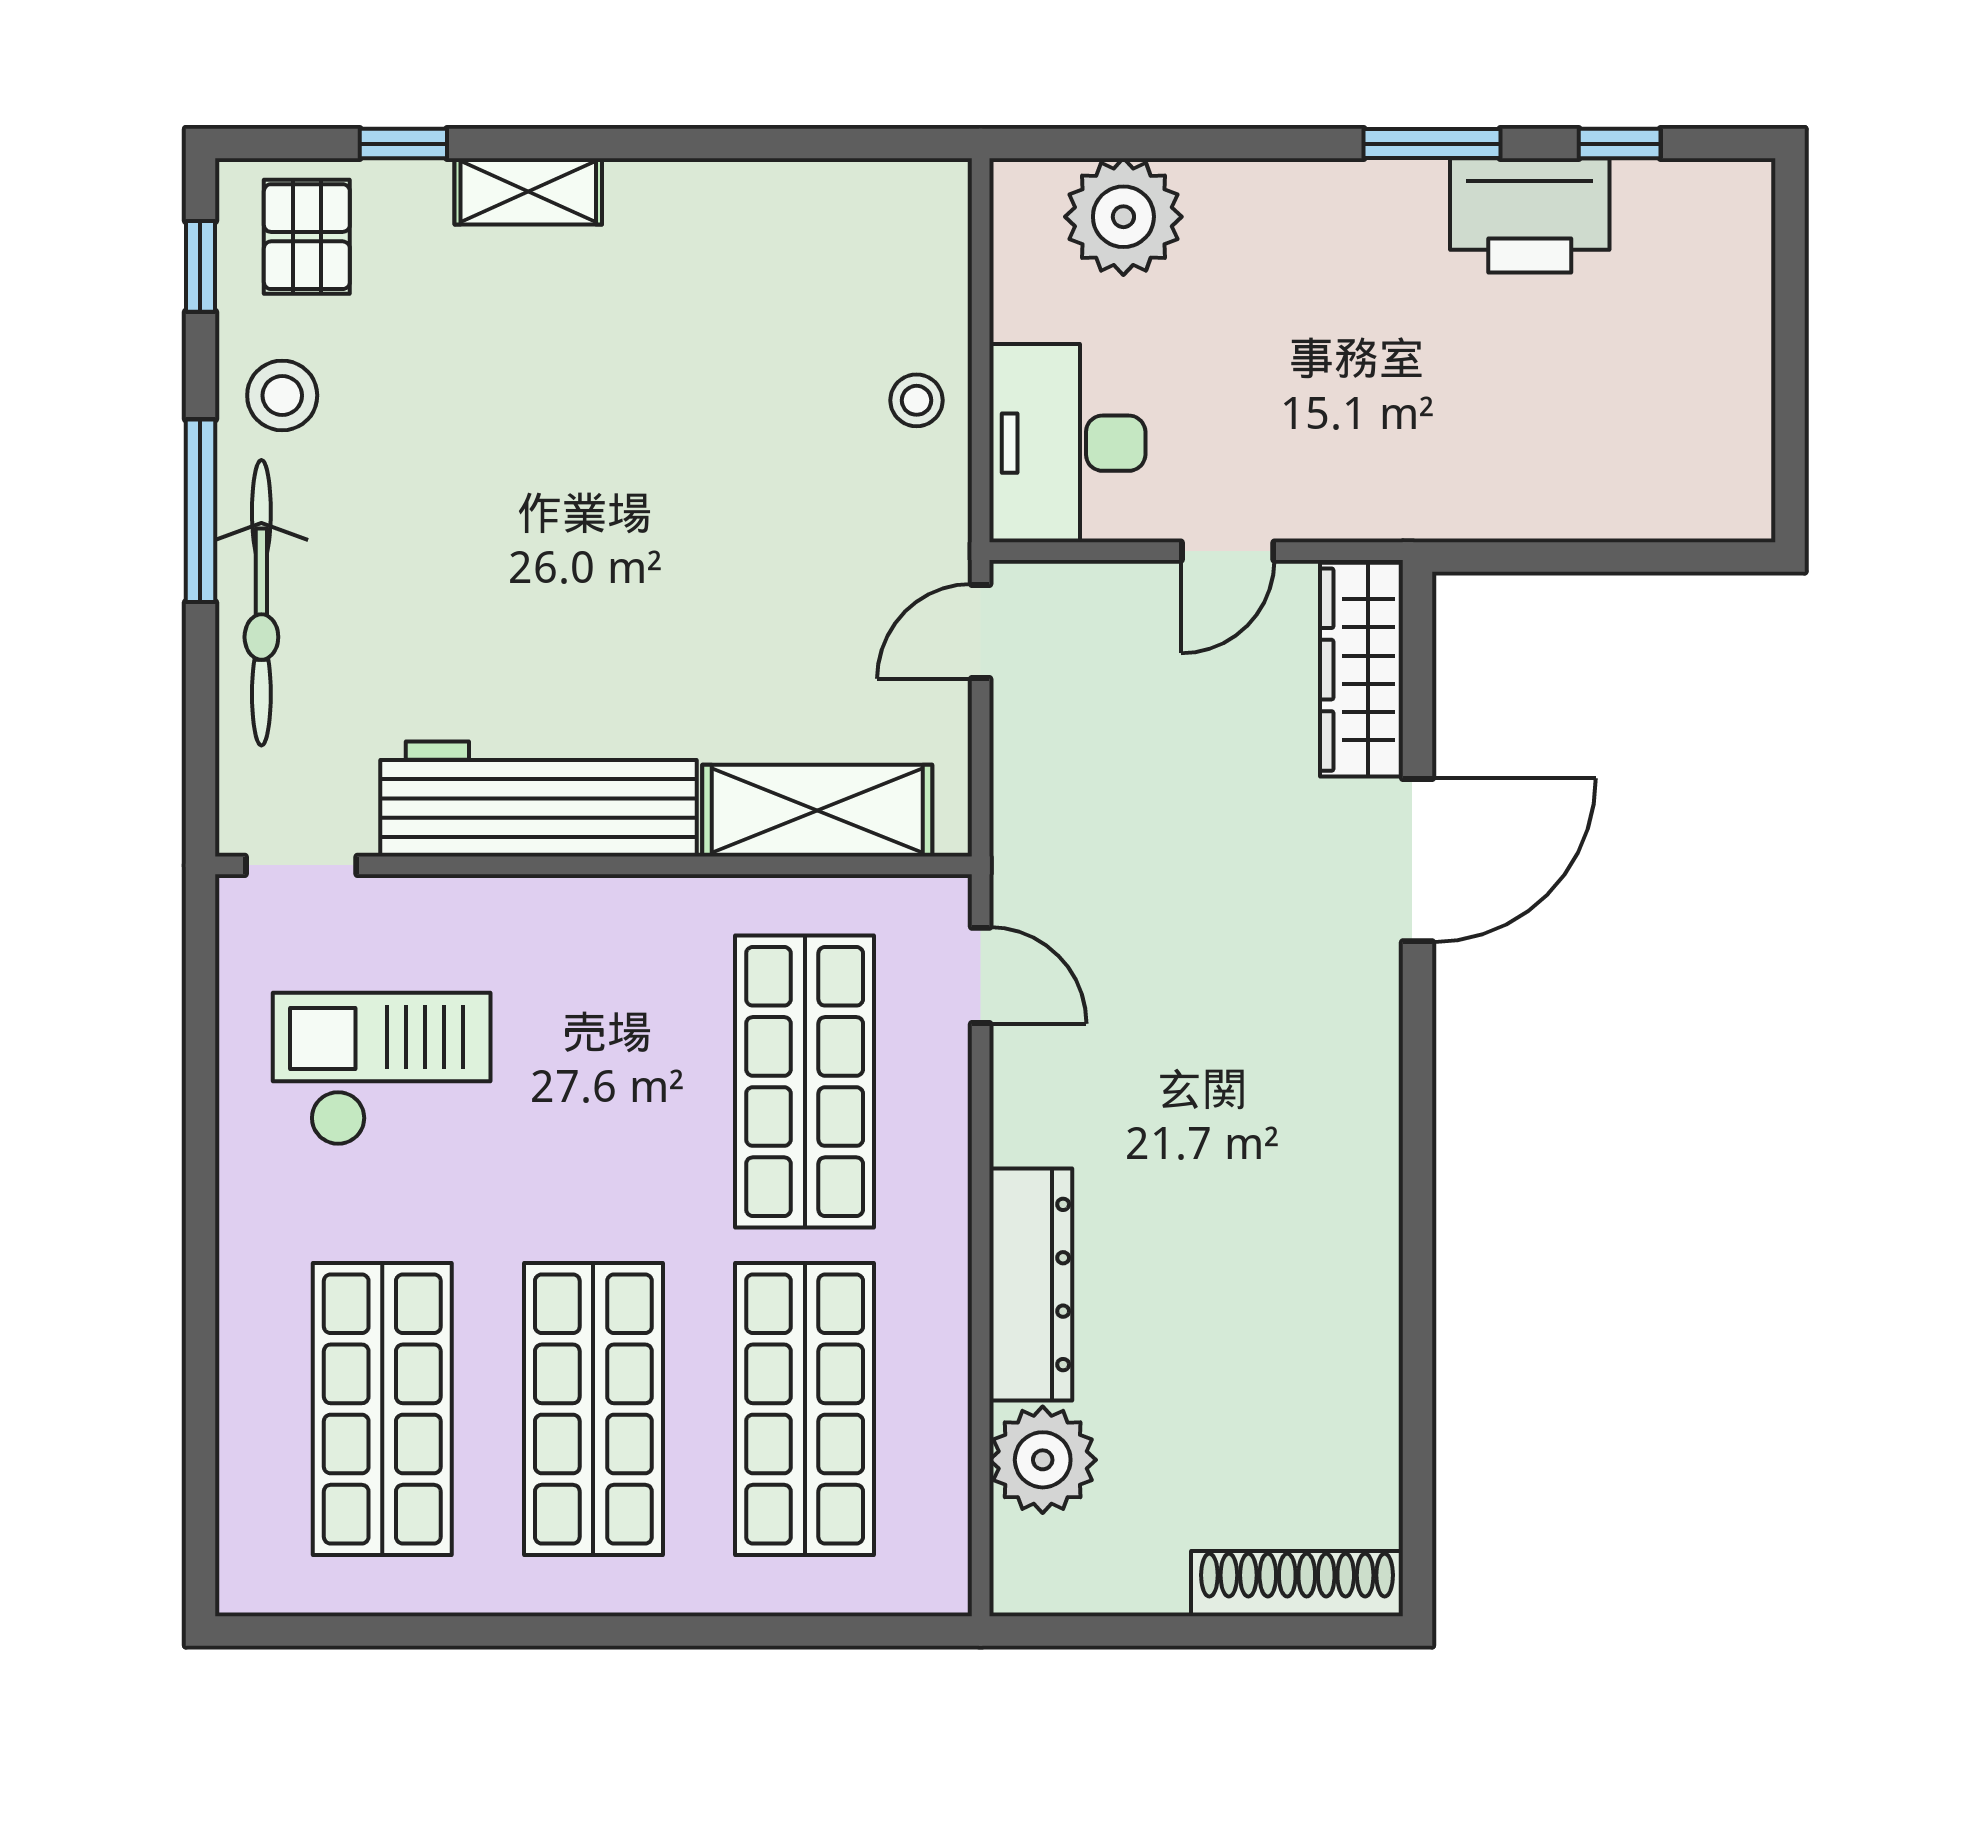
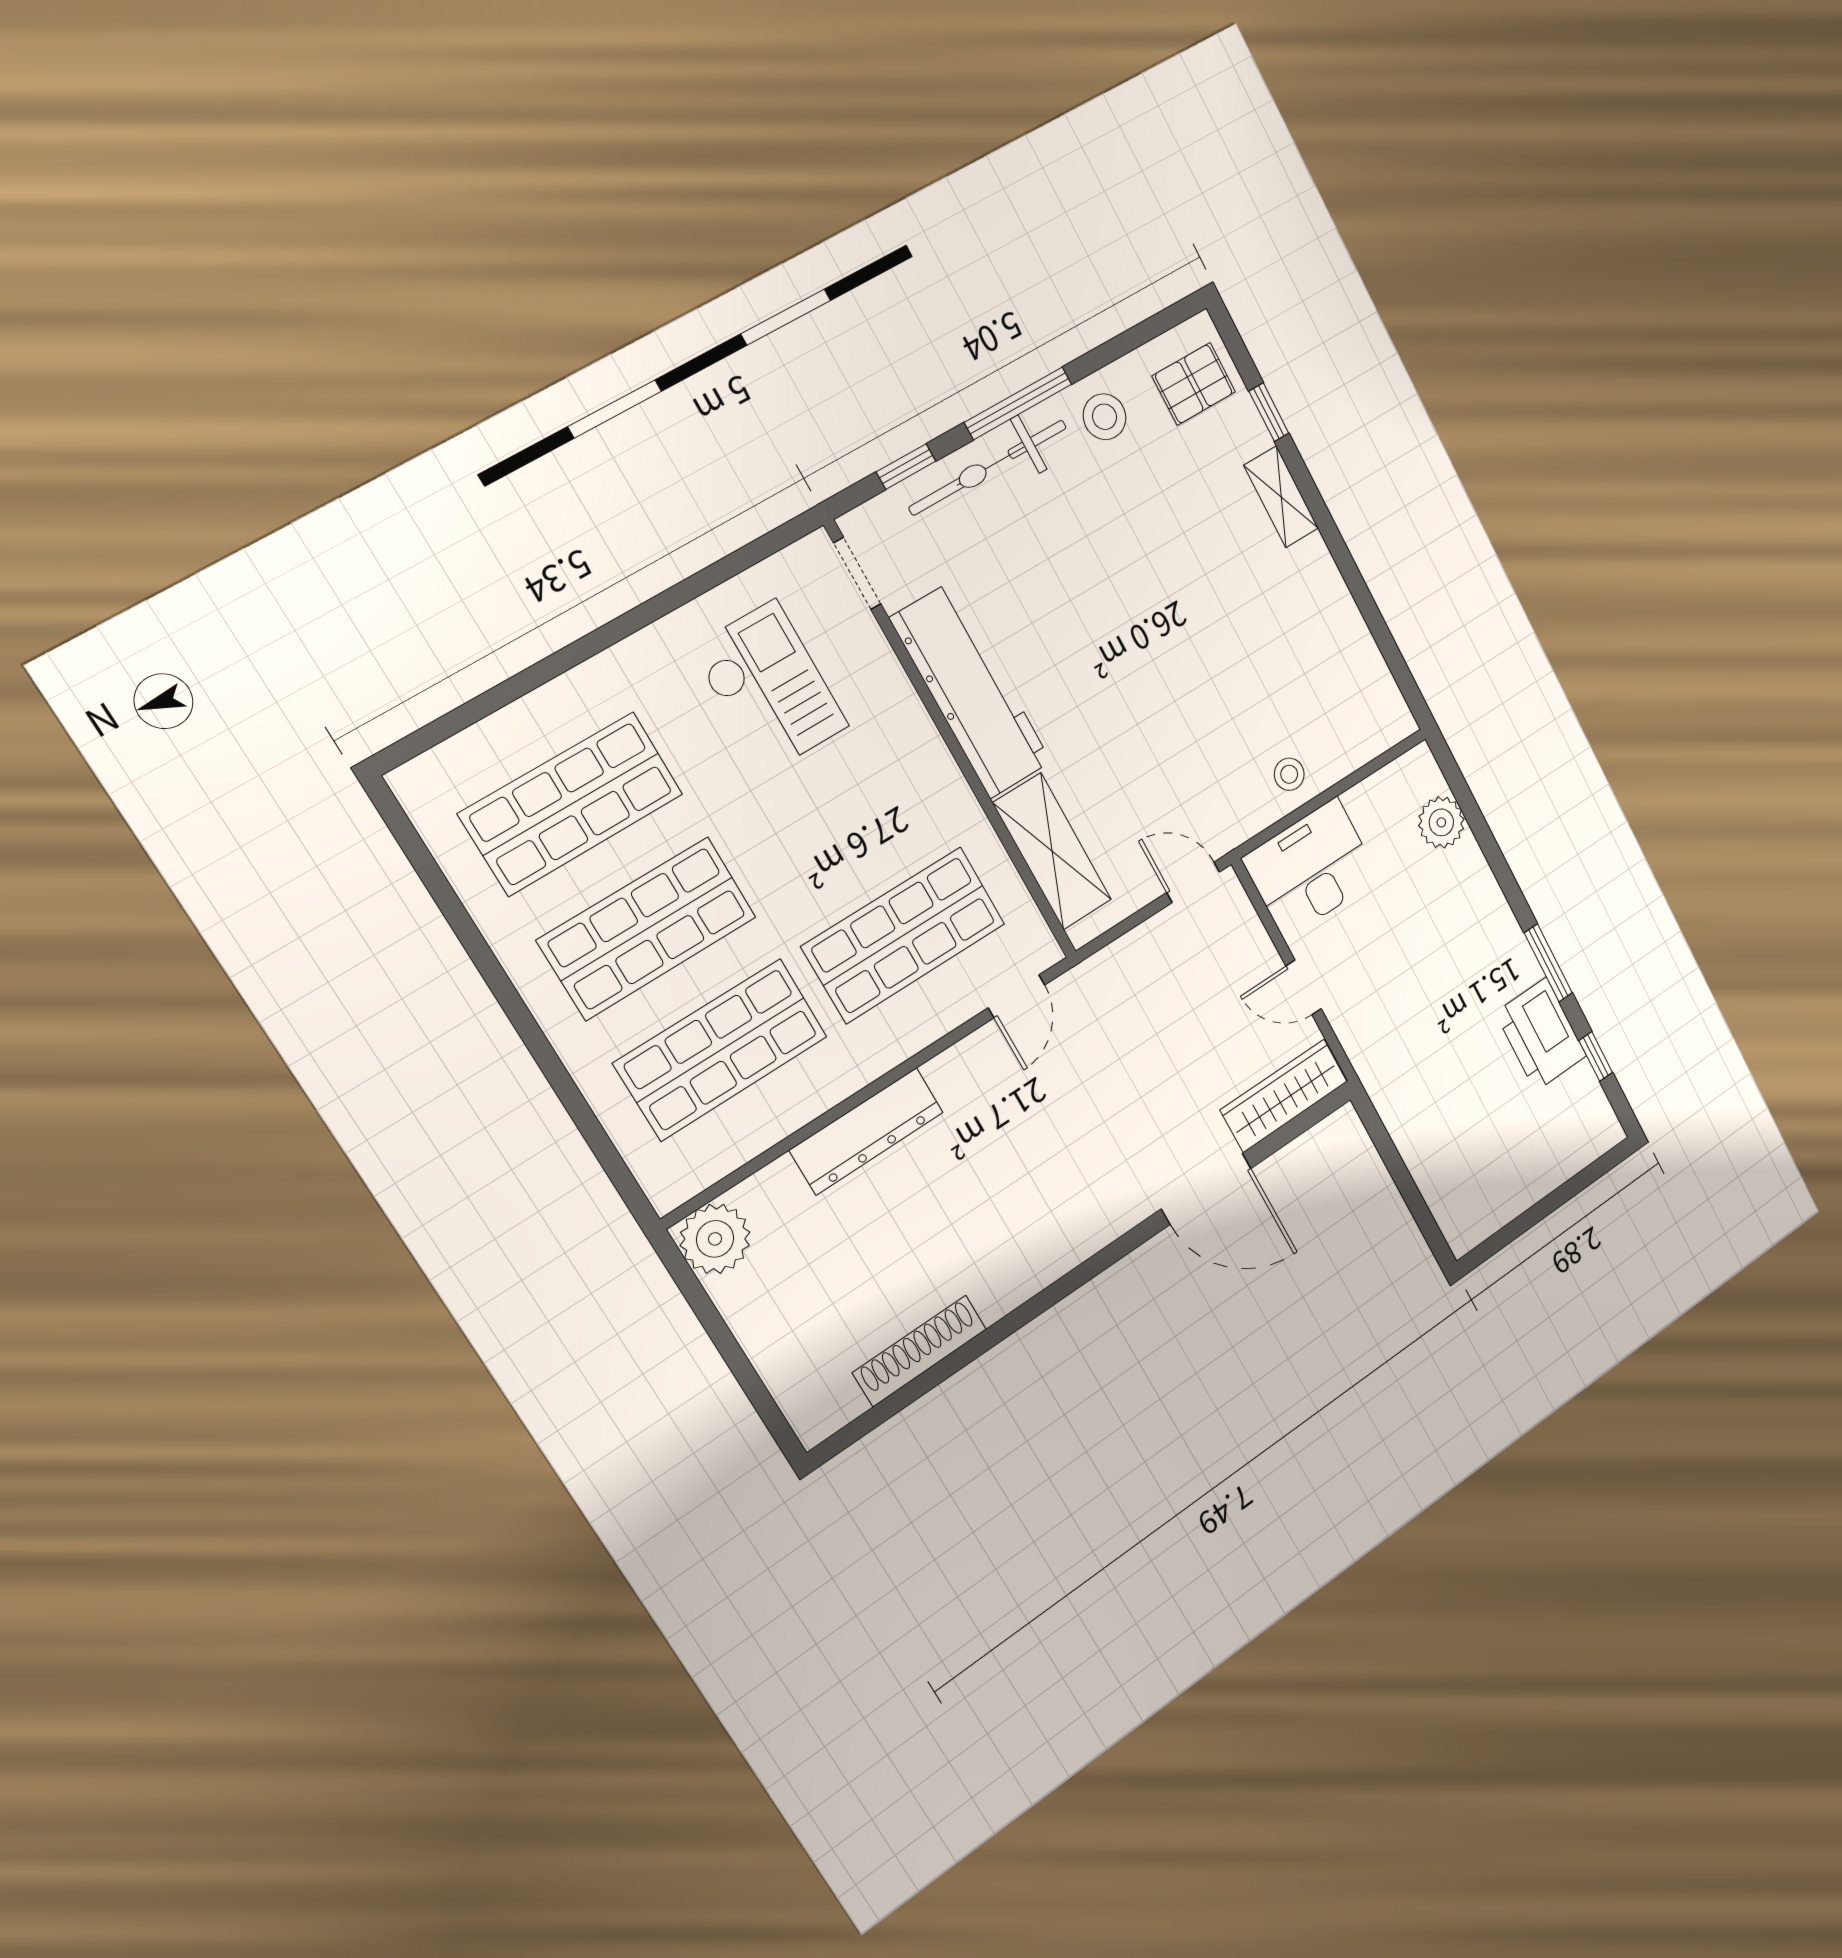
plant: (1123, 217) -> (1441, 822), width x0.73, depth x0.73
window: (200, 266) -> (906, 467), moved
plant: (1043, 1460) -> (715, 1239), moved
shoe rack: (1297, 1584) -> (920, 1351), moved, turned -90

